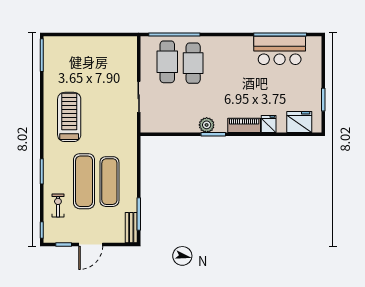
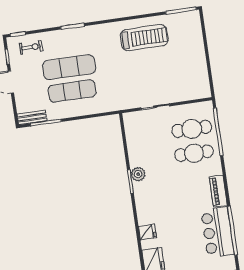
treadmill: (69, 117) -> (144, 38), moved
piano: (244, 125) -> (218, 191), moved, turned 180
exercise bike: (58, 206) -> (31, 47), moved

